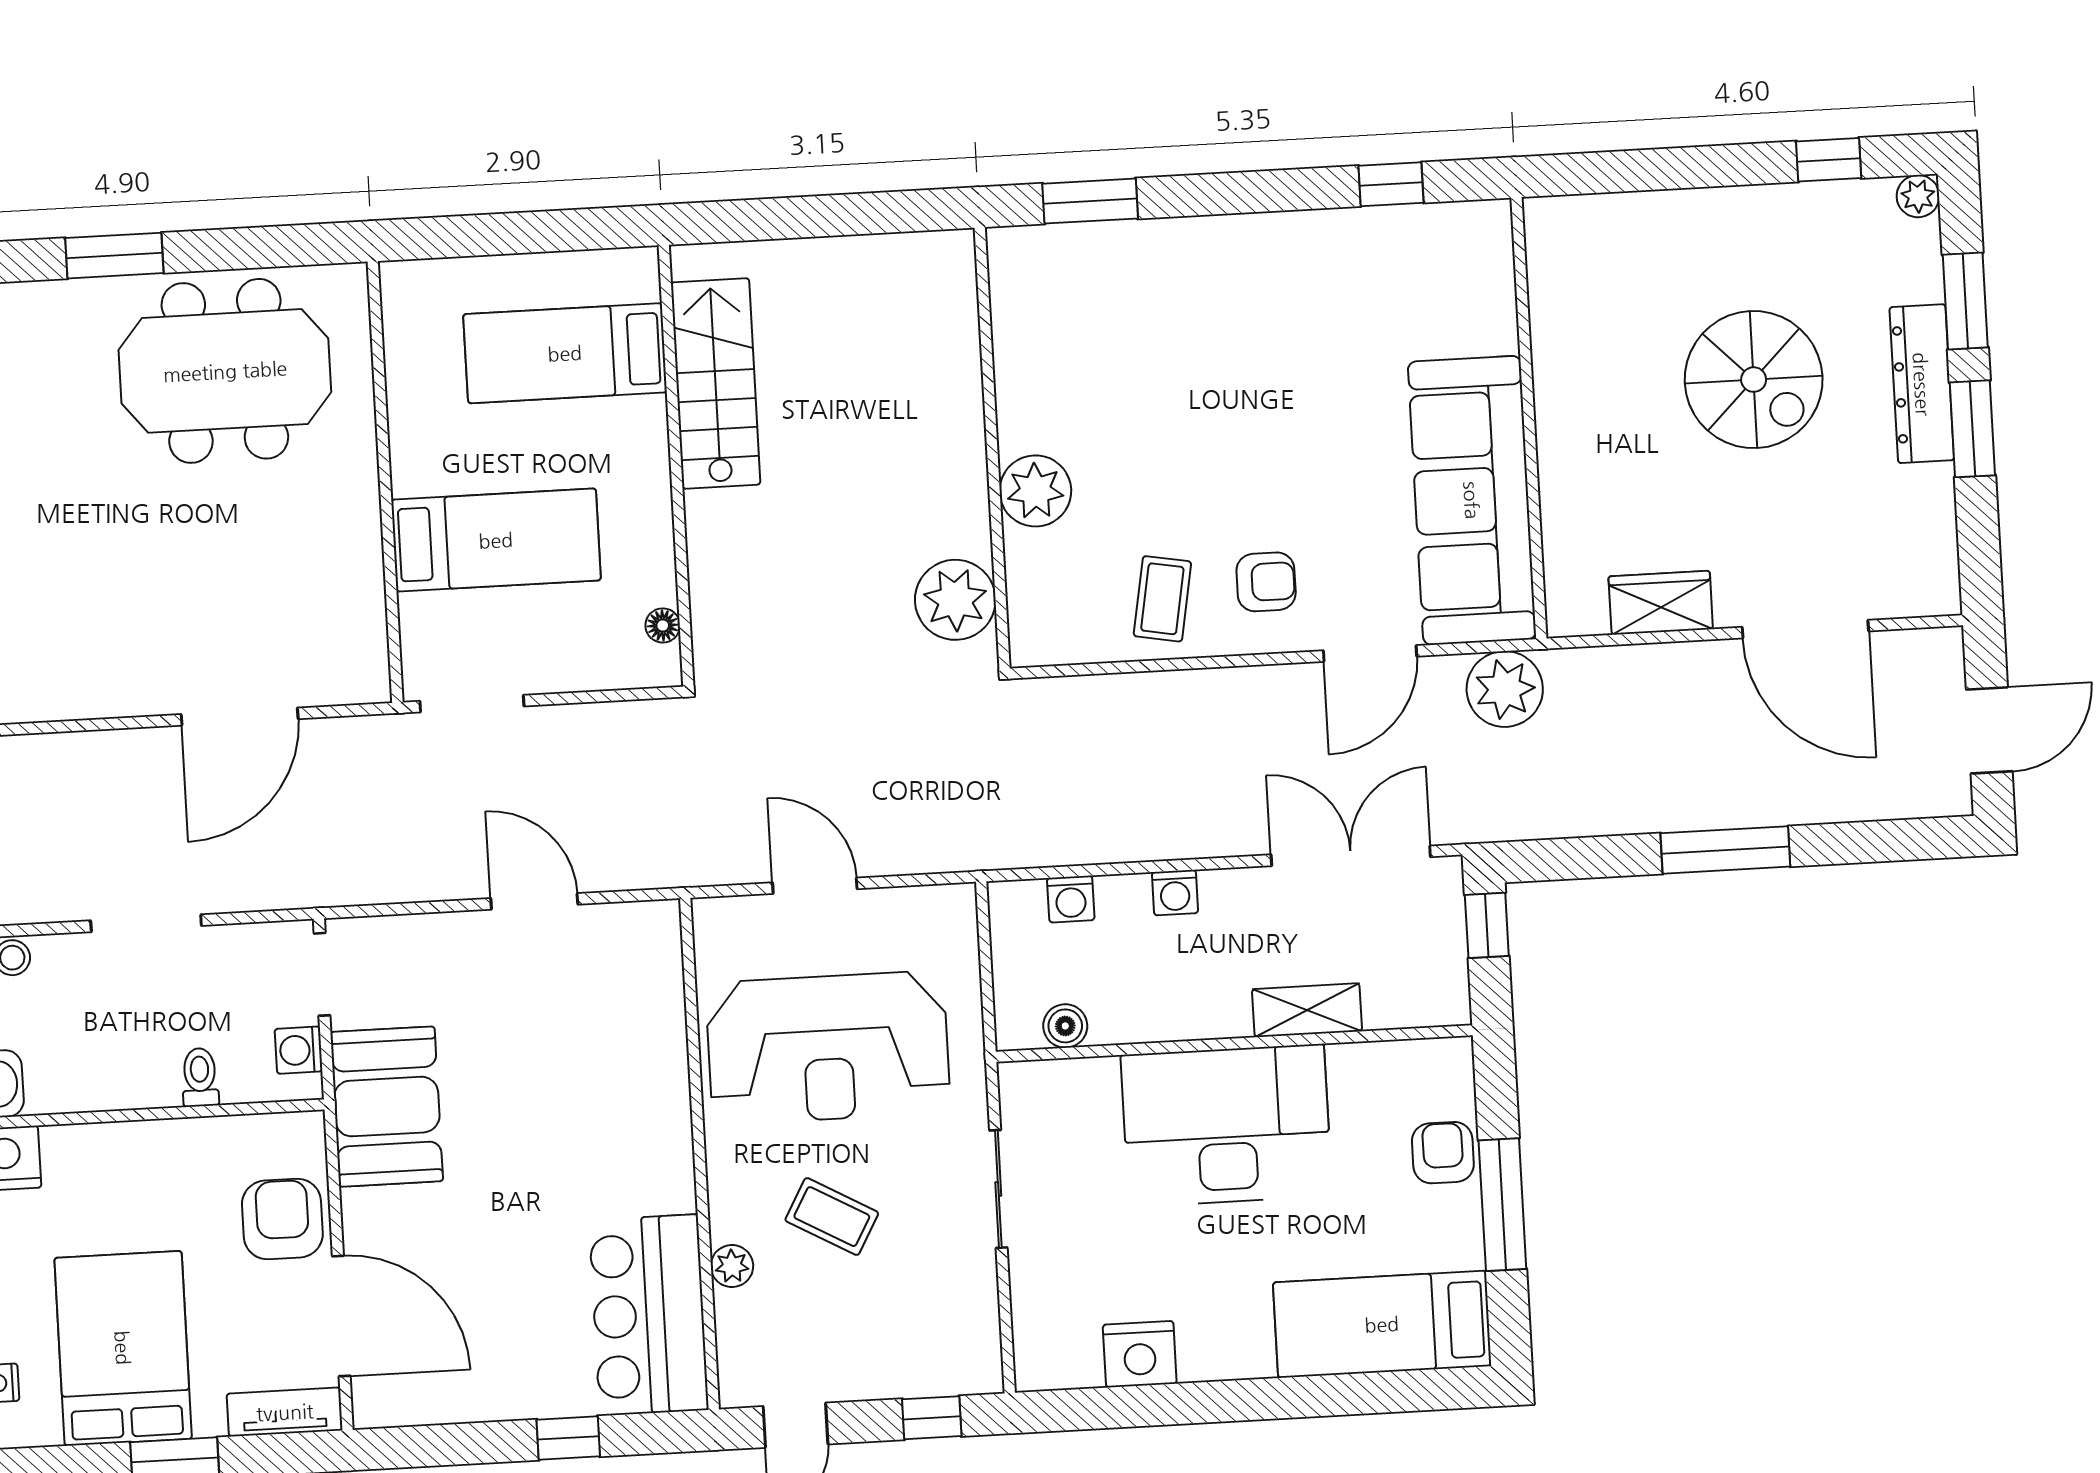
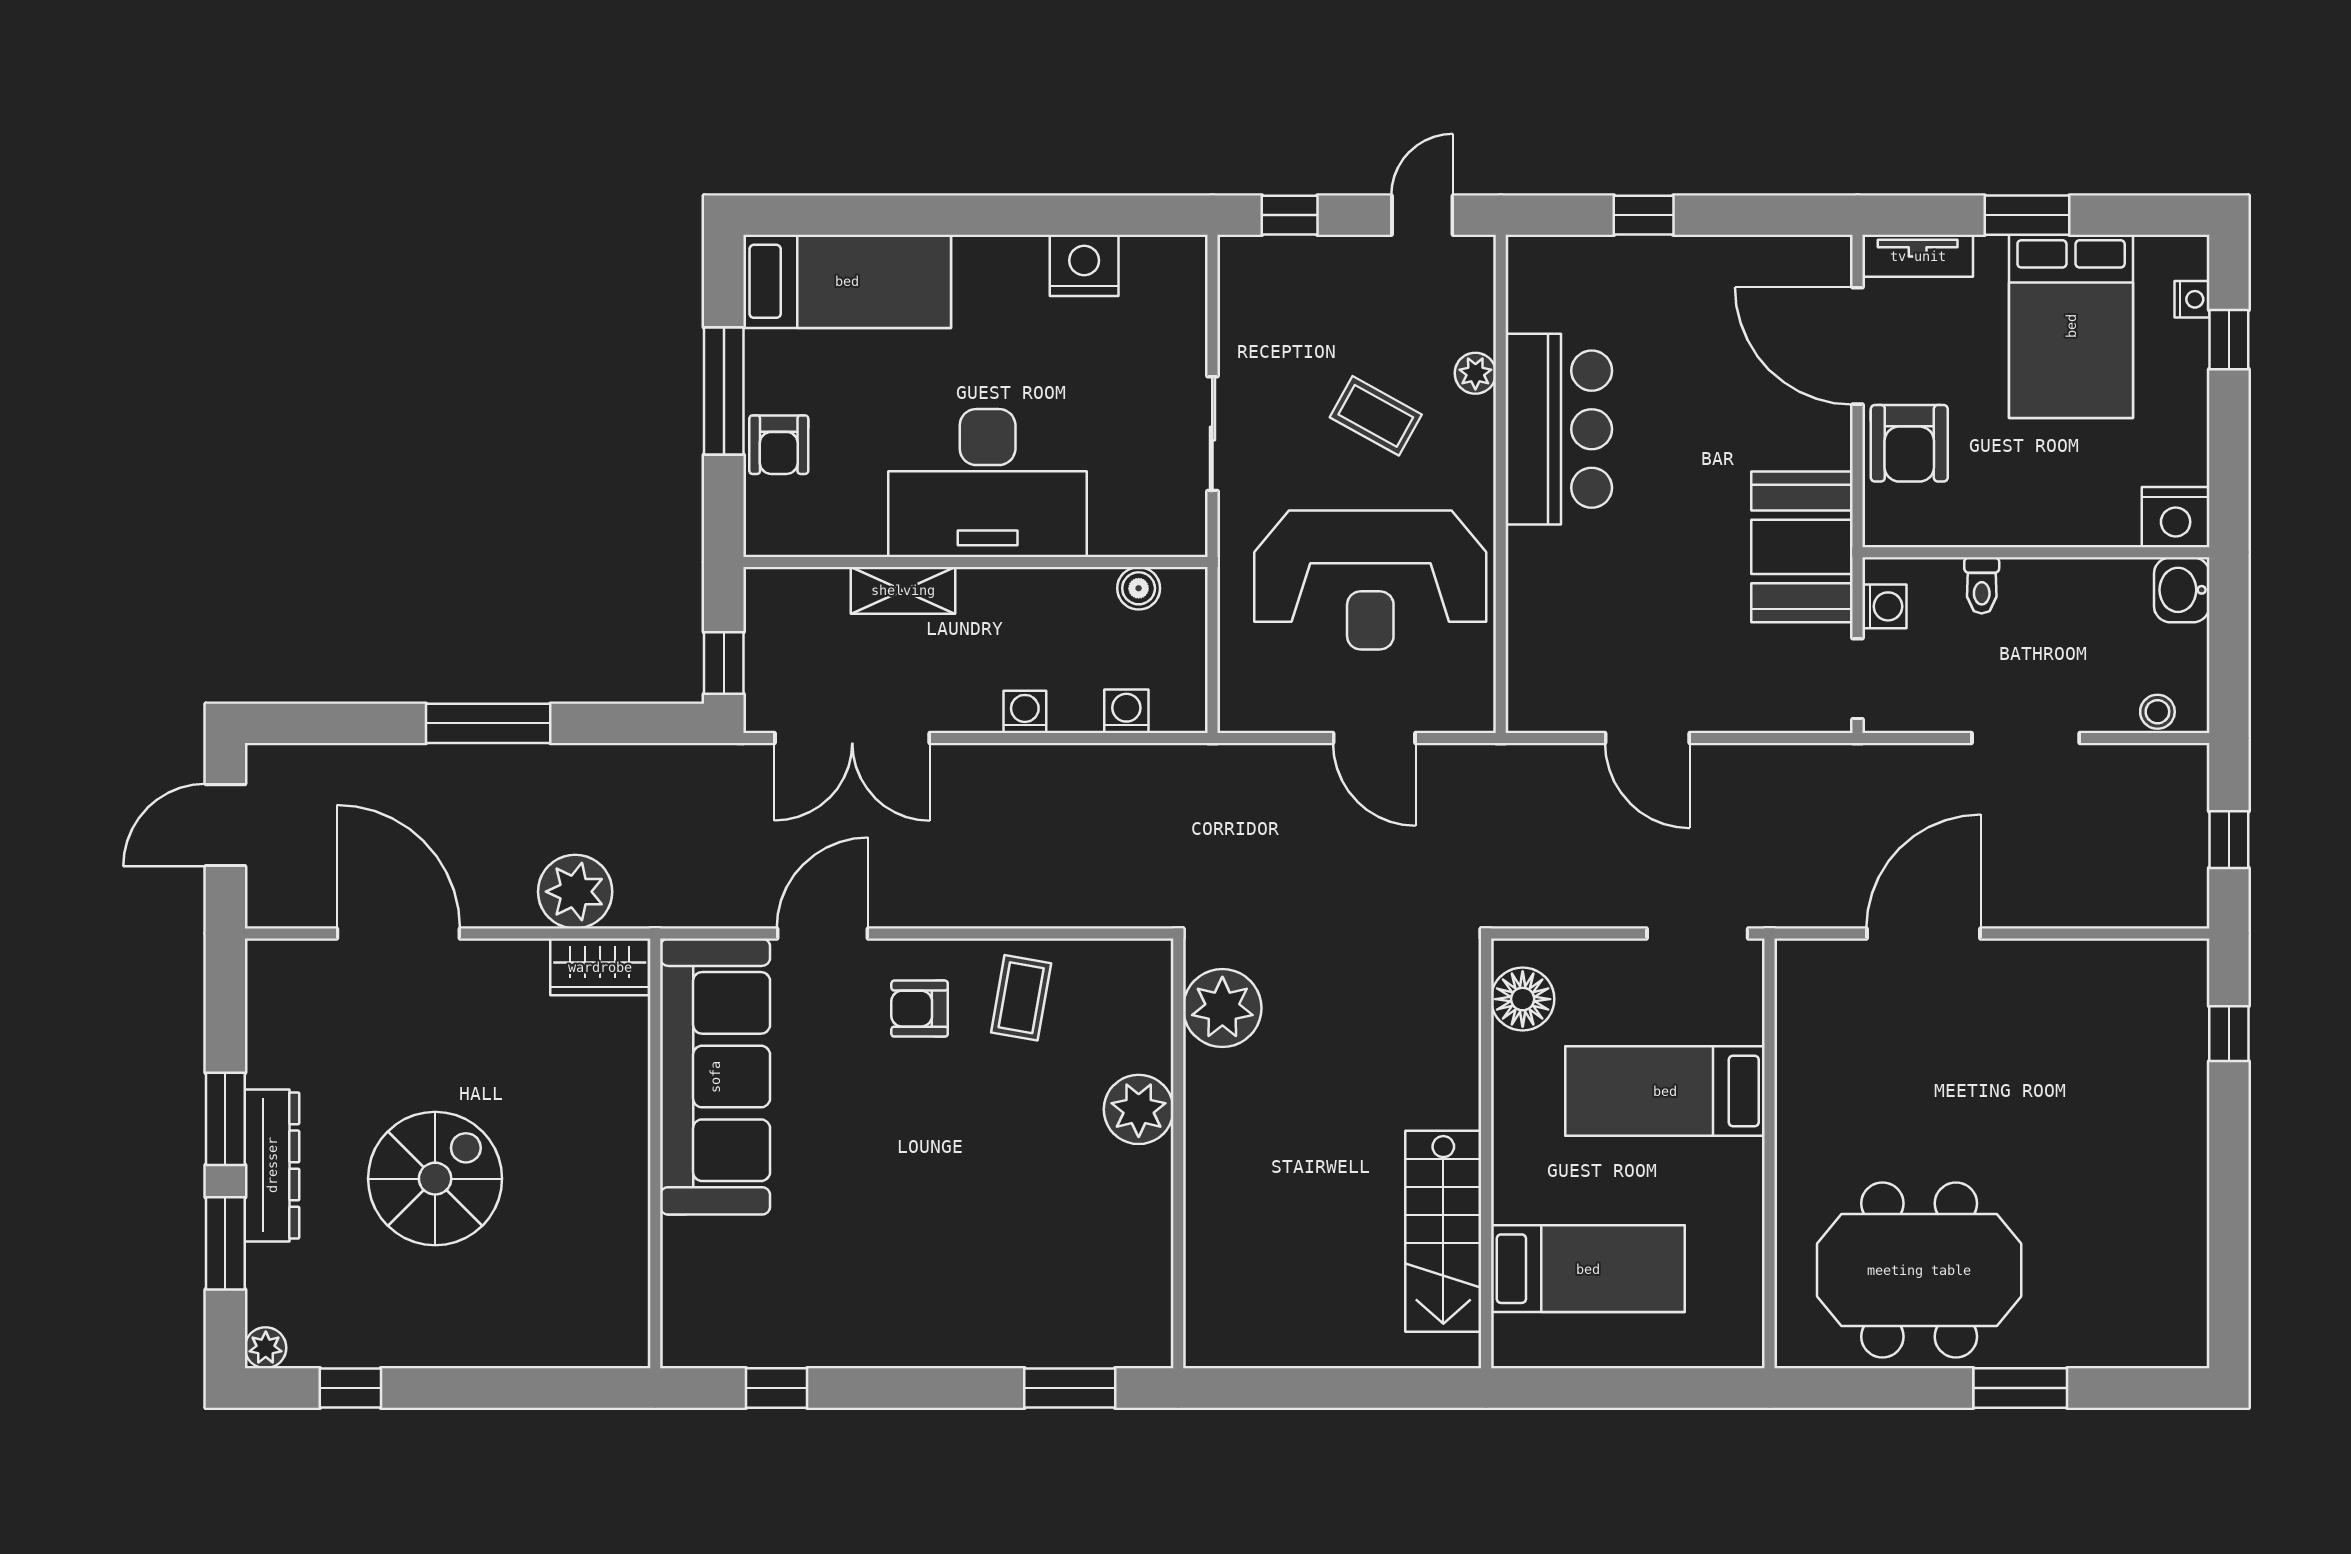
spiral stairs: (1754, 380) -> (435, 1179), turned 90
wardrobe: (1661, 603) -> (600, 967), moved
floor lamp: (663, 625) -> (1523, 999), width x1.89, depth x1.89
plant: (1505, 689) -> (575, 892), moved
reception desk: (828, 1048) -> (1370, 580), turned 180
bar counter: (649, 1315) -> (1559, 429), moved

